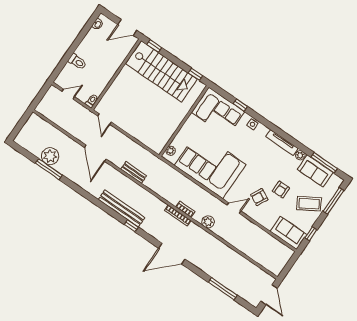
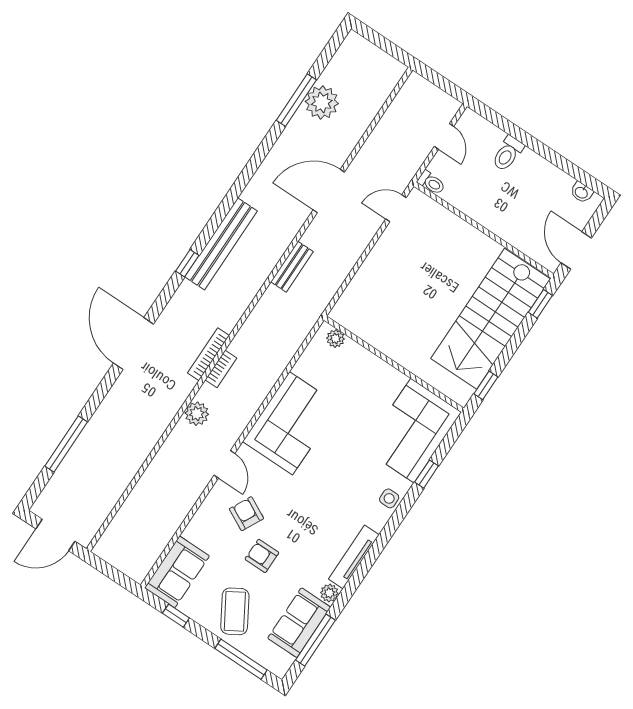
corner sofa: (210, 165) -> (291, 423), width x0.73, depth x0.74

